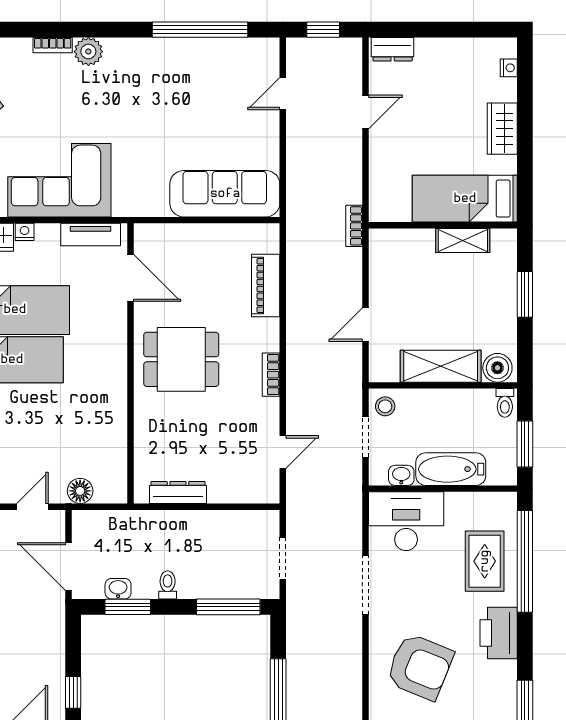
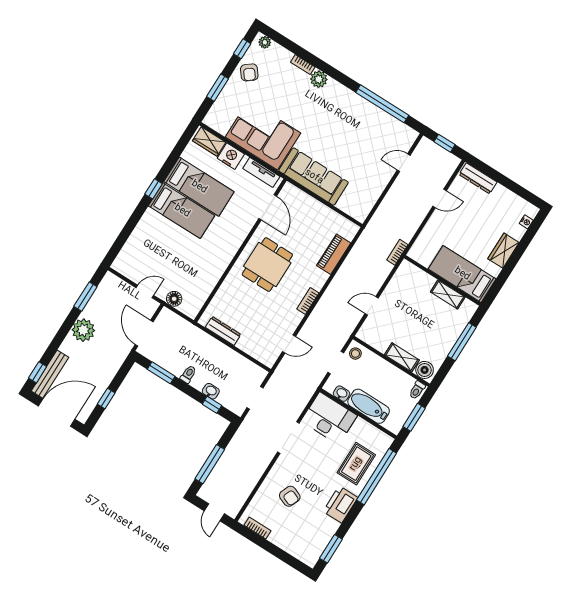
dresser: (393, 49) -> (478, 178), width x1.44
sofa: (225, 194) -> (314, 177), moved
nightstand: (25, 232) -> (231, 156), width x1.89, depth x1.79
window: (525, 294) -> (462, 342), width x1.44
dining table: (181, 359) -> (267, 265), turned 90
shelving: (441, 366) -> (402, 357), width x0.67, depth x0.75
washbasin: (118, 589) -> (211, 391), moved
window: (228, 607) -> (212, 405), width x0.46
armchair: (420, 667) -> (290, 496), width x0.53, depth x0.53

